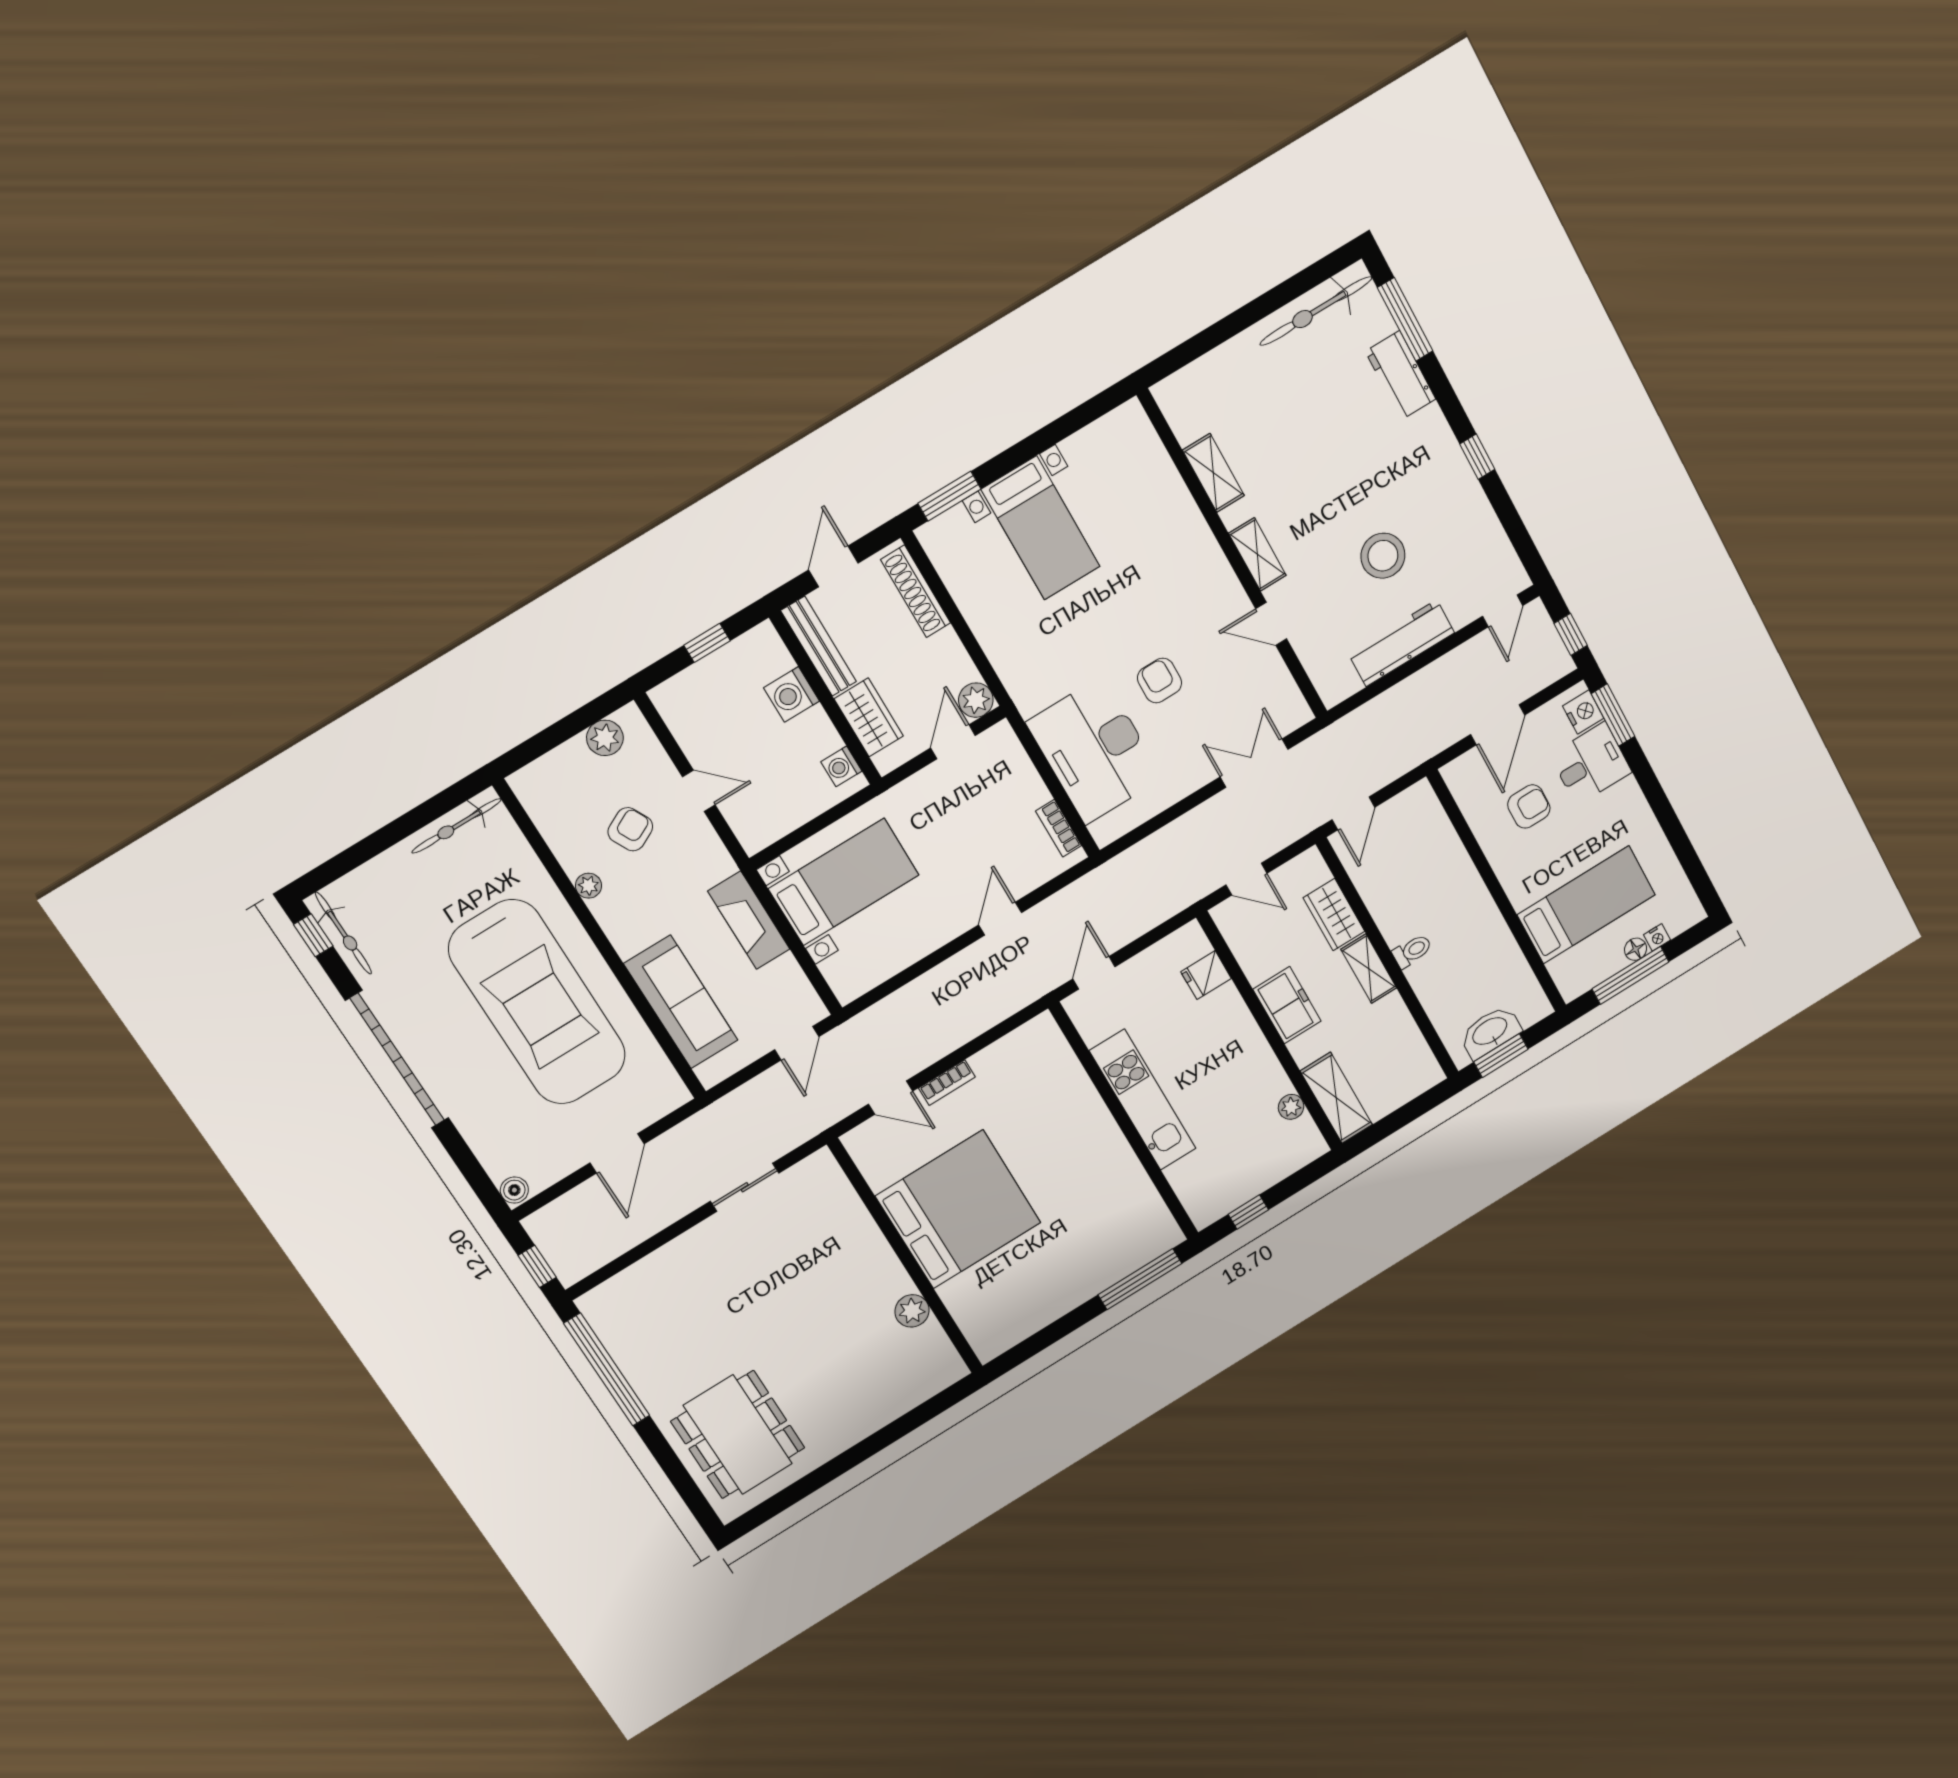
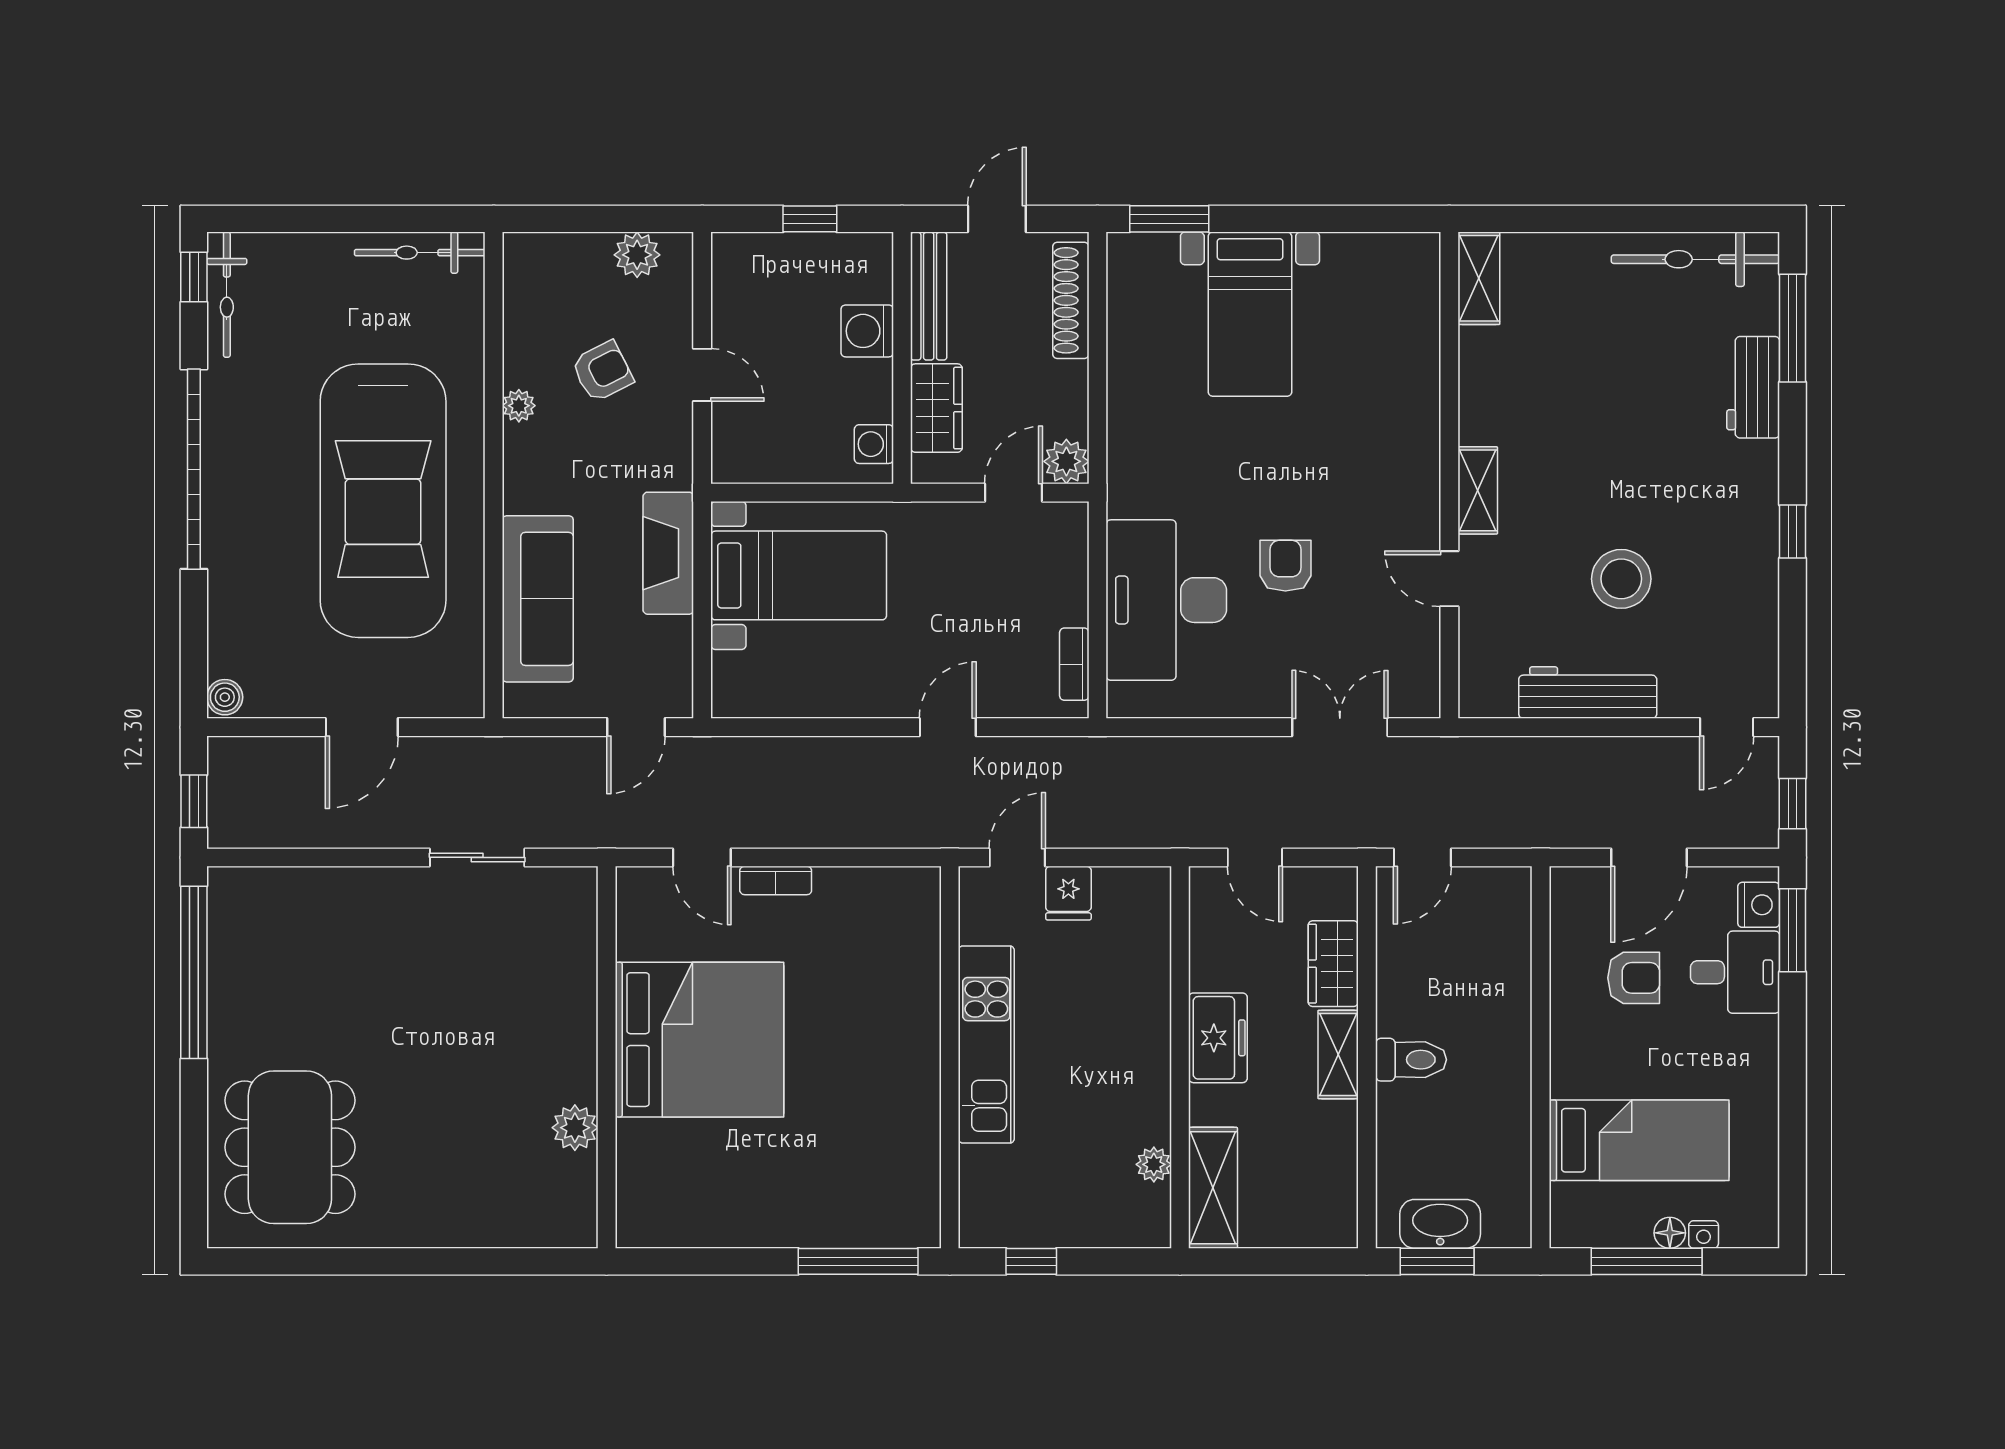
shelving: (1213, 473) -> (1479, 278), moved
toilet: (1412, 951) -> (1411, 1060), width x1.37, depth x1.39
fridge: (1206, 975) -> (1068, 893), moved, turned -90

